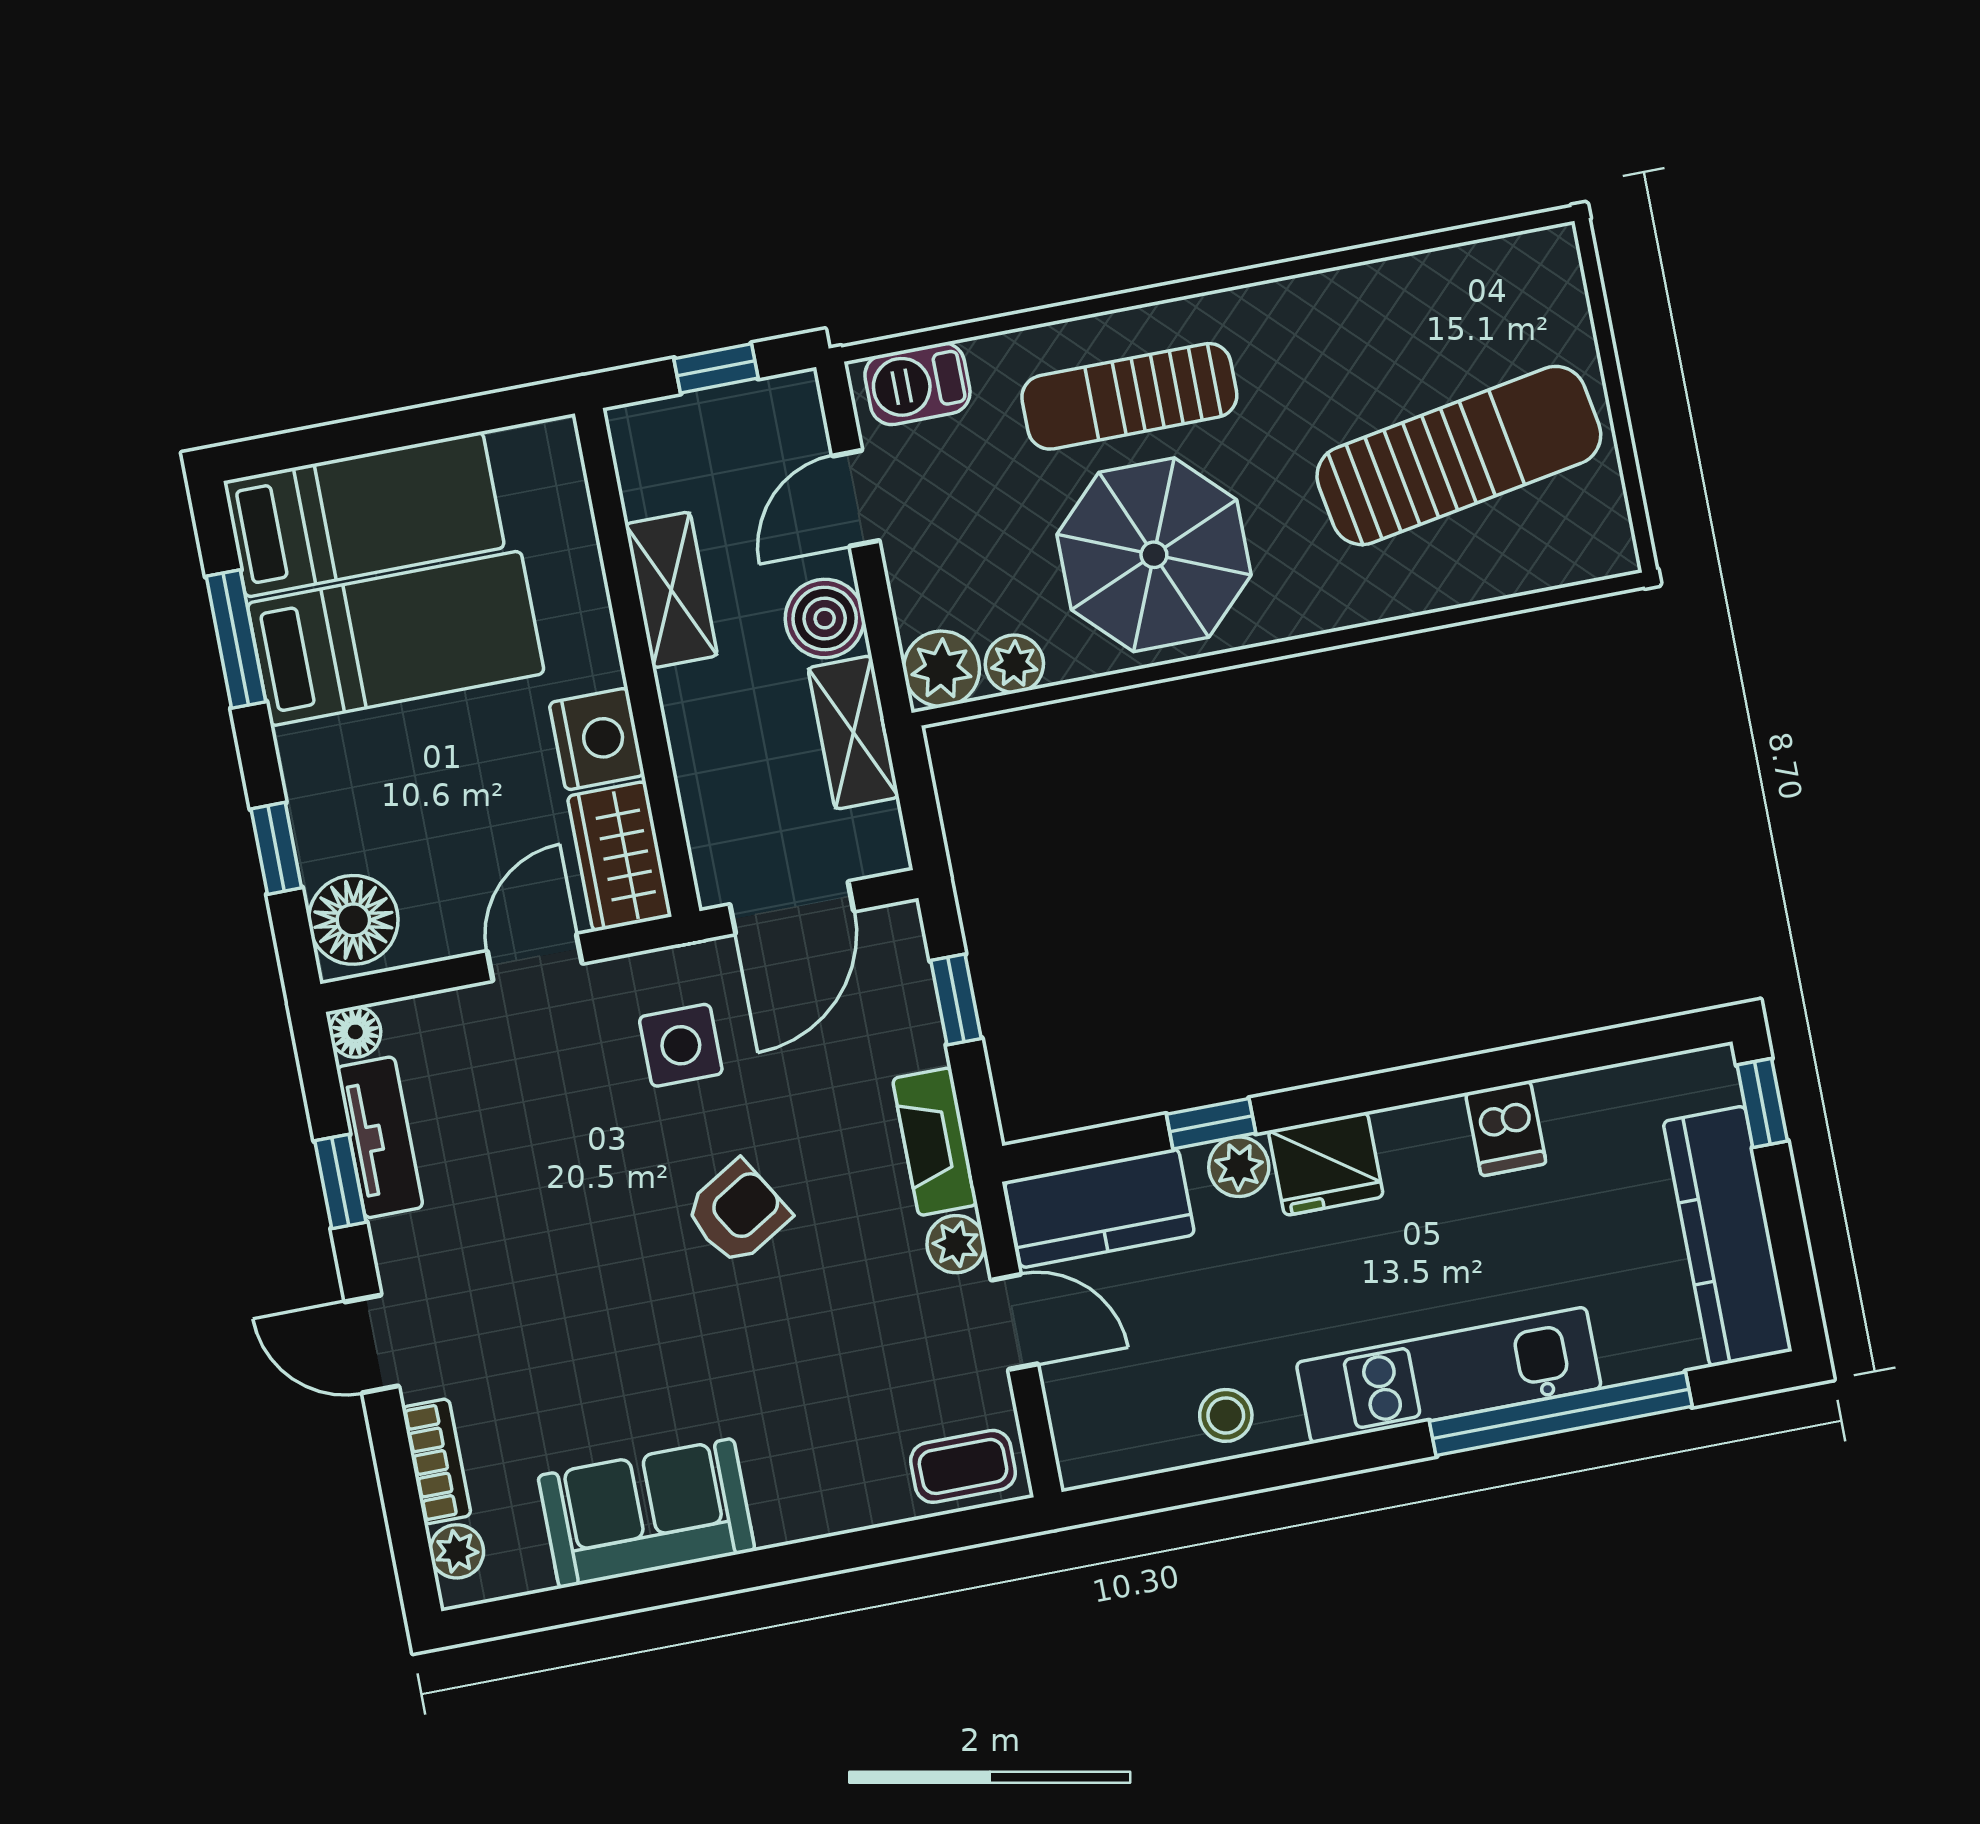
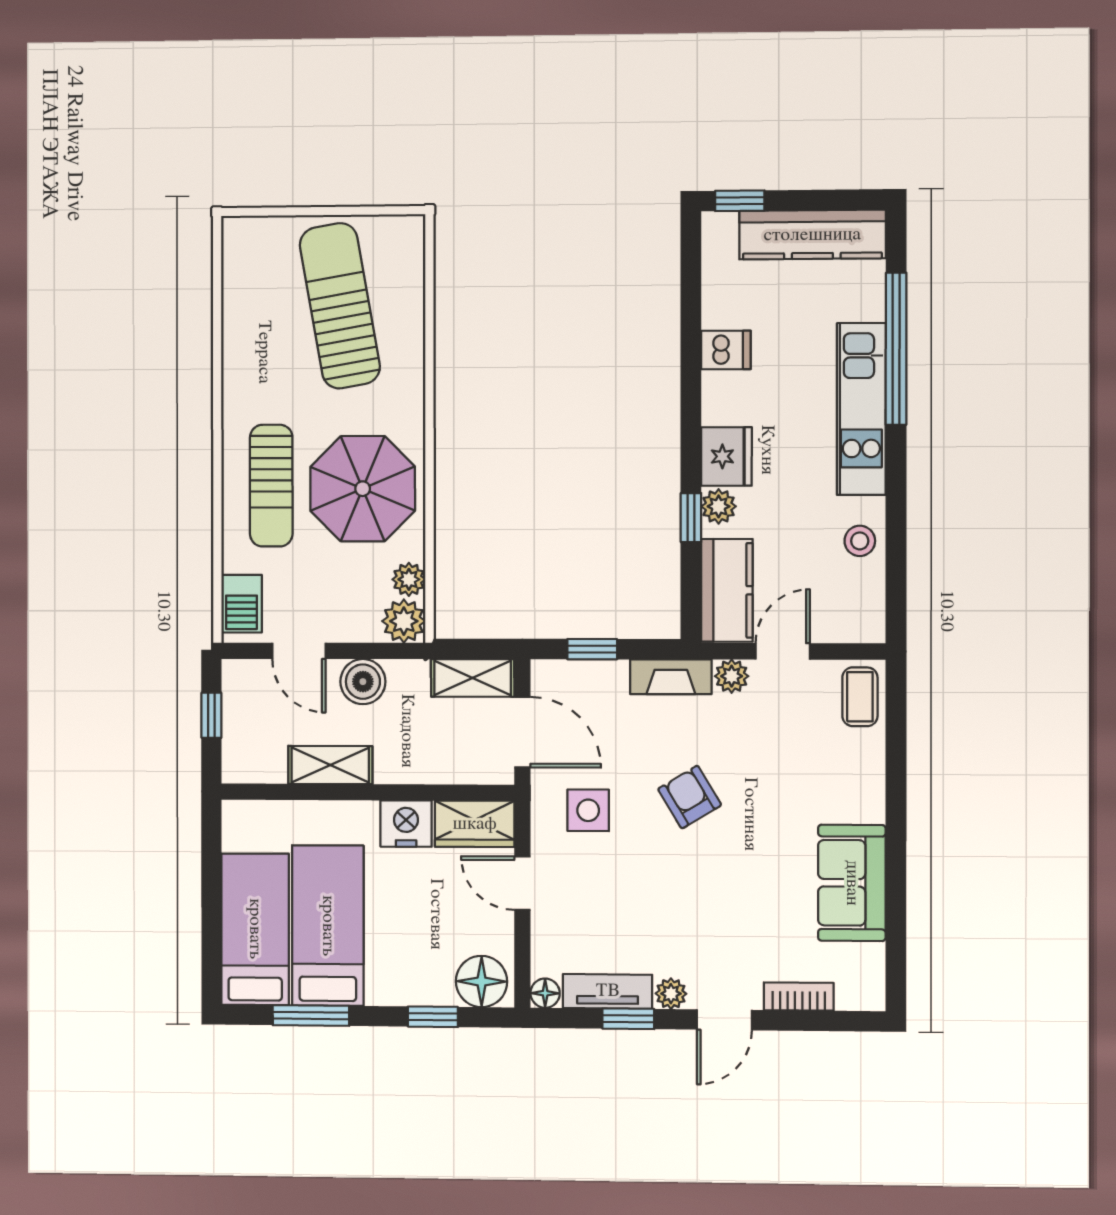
shelving: (853, 732) -> (473, 678), moved
plant: (457, 1551) -> (671, 994), moved

